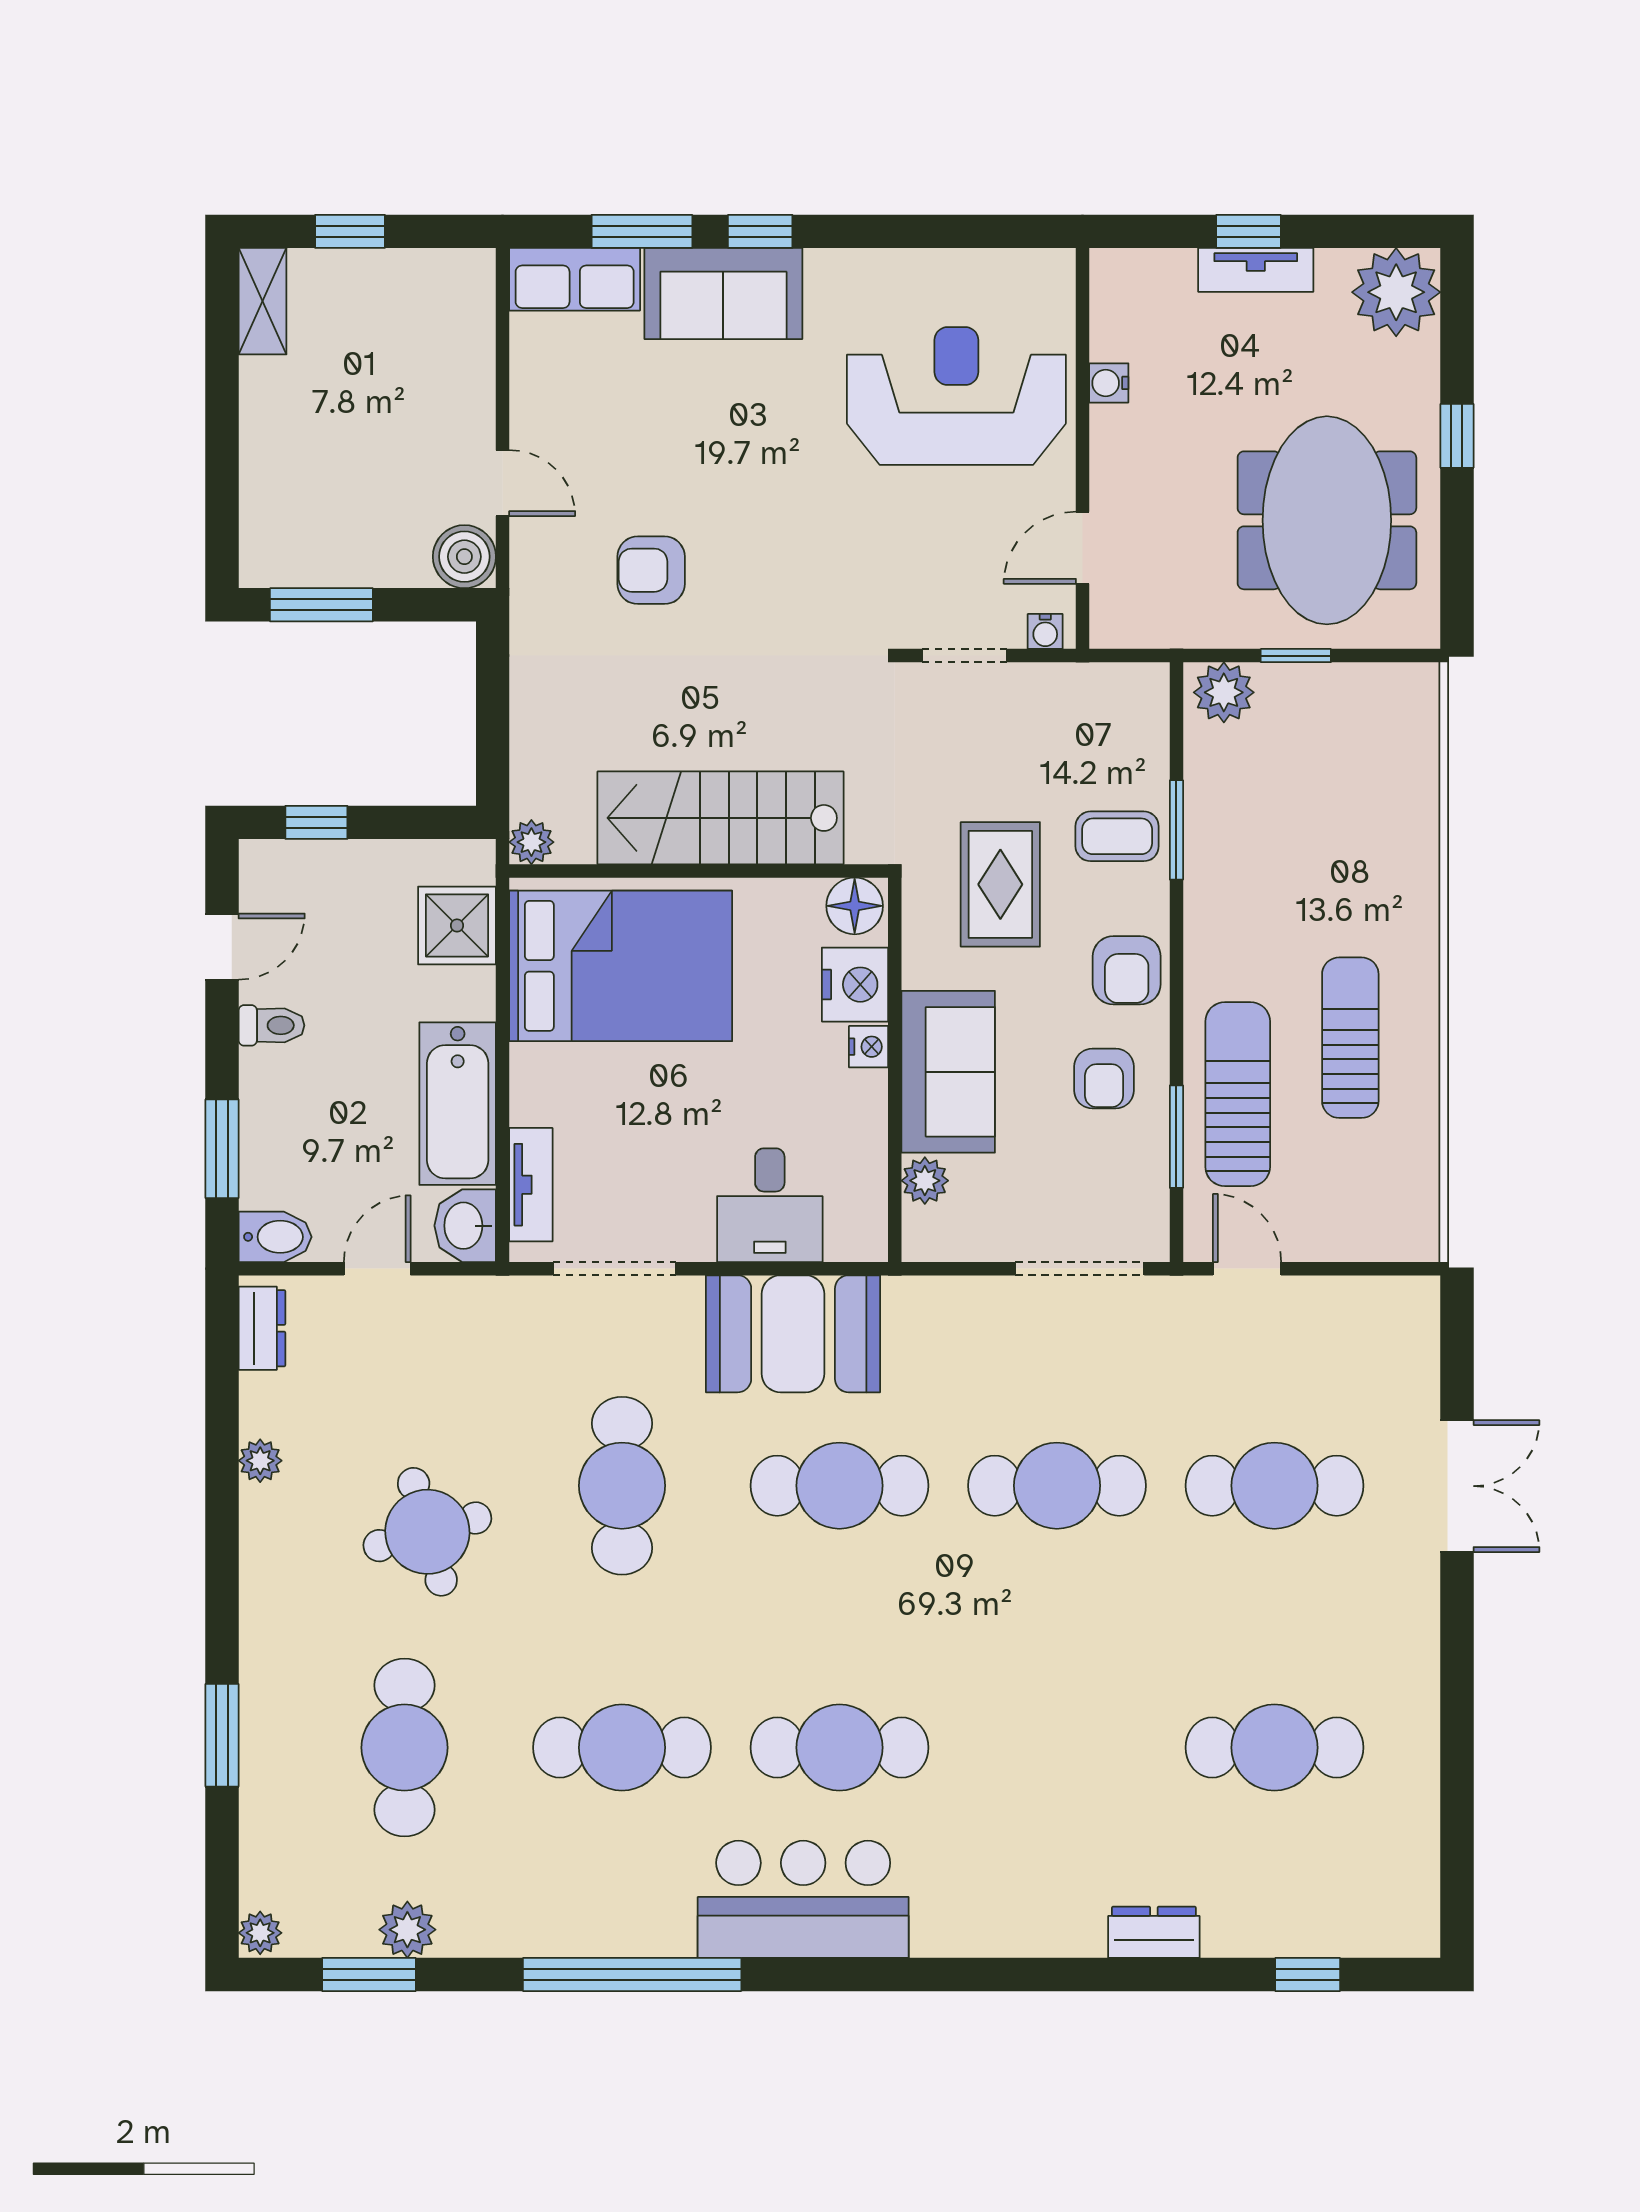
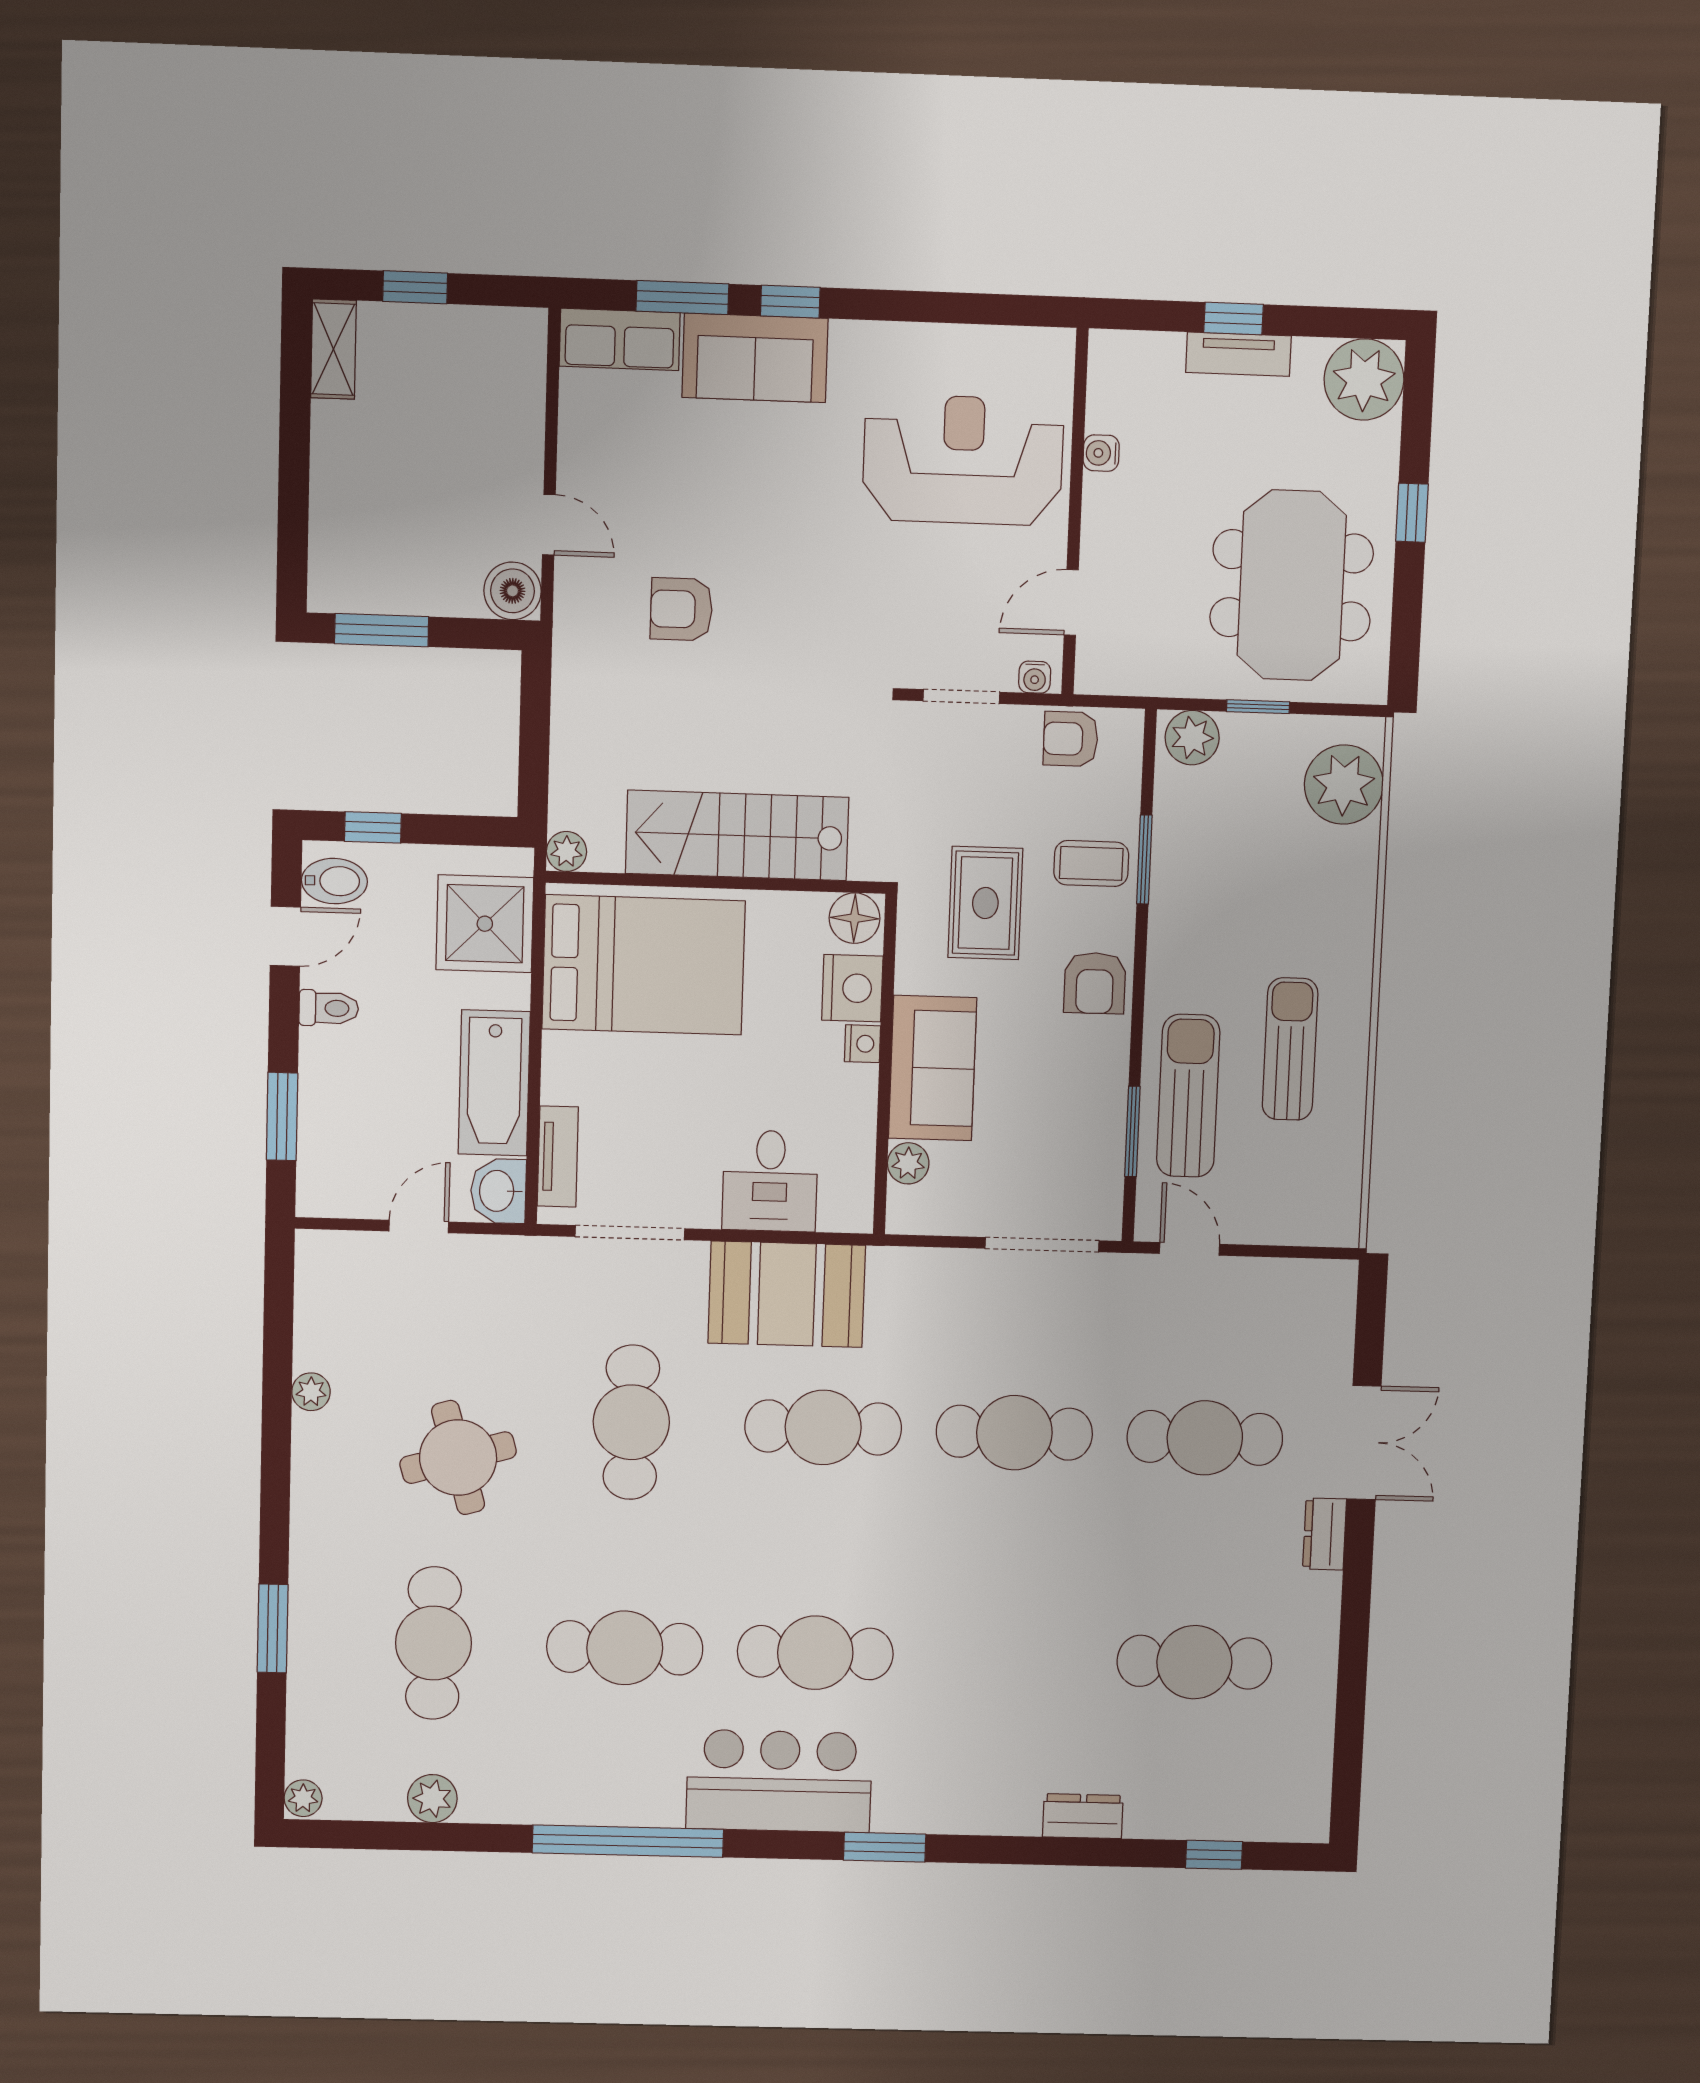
plant: (1396, 739) -> (1344, 785), added
shower: (457, 925) -> (485, 924), width x1.36, depth x1.36
armchair: (1104, 1078) -> (1071, 739), moved, turned 90
bidet: (275, 1237) -> (334, 881), moved
dresser: (262, 1328) -> (1325, 1534), moved, turned 180
window: (369, 1974) -> (885, 1847), moved

